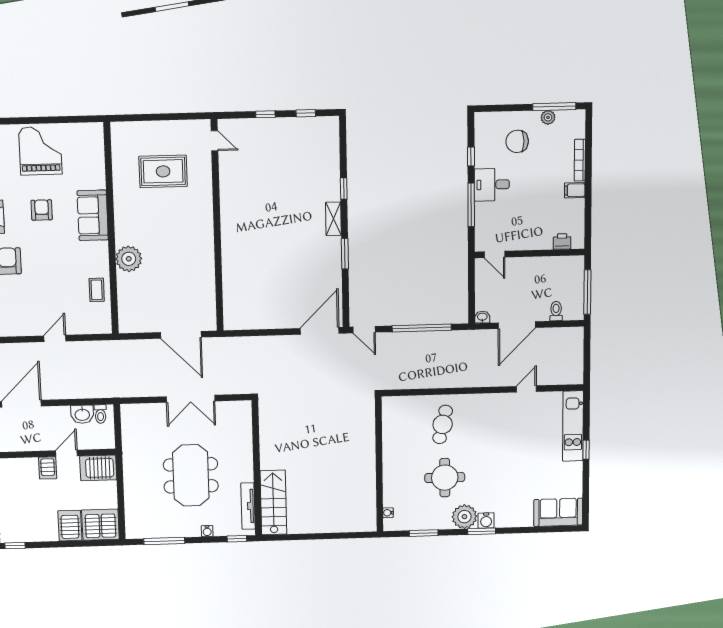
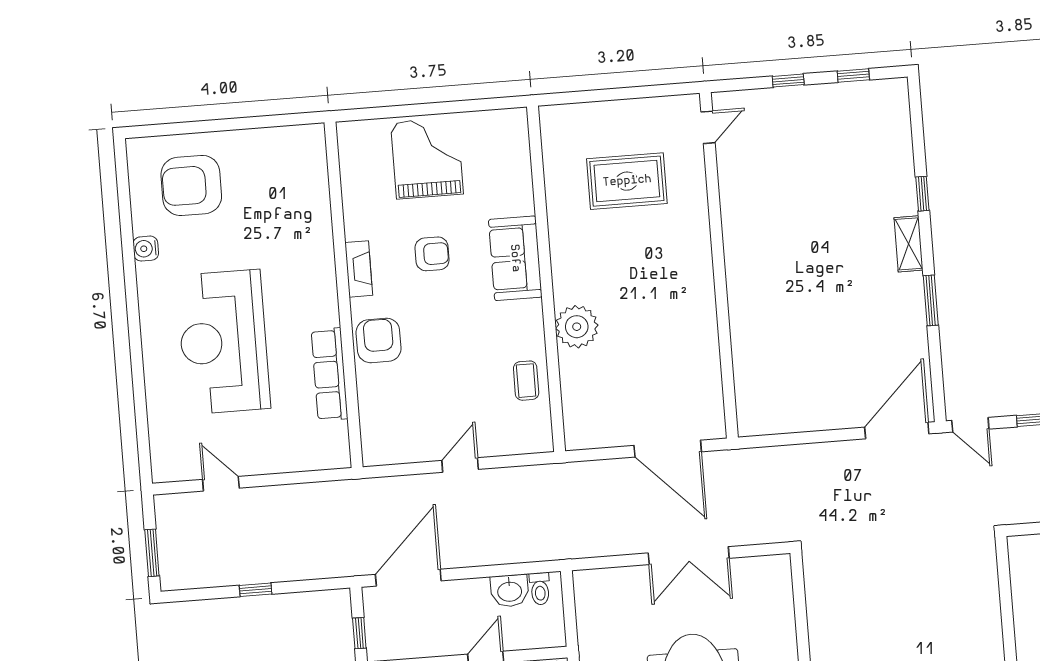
door: (214, 141) -> (708, 127), hinge flipped
armchair: (42, 210) -> (432, 254), turned 90

